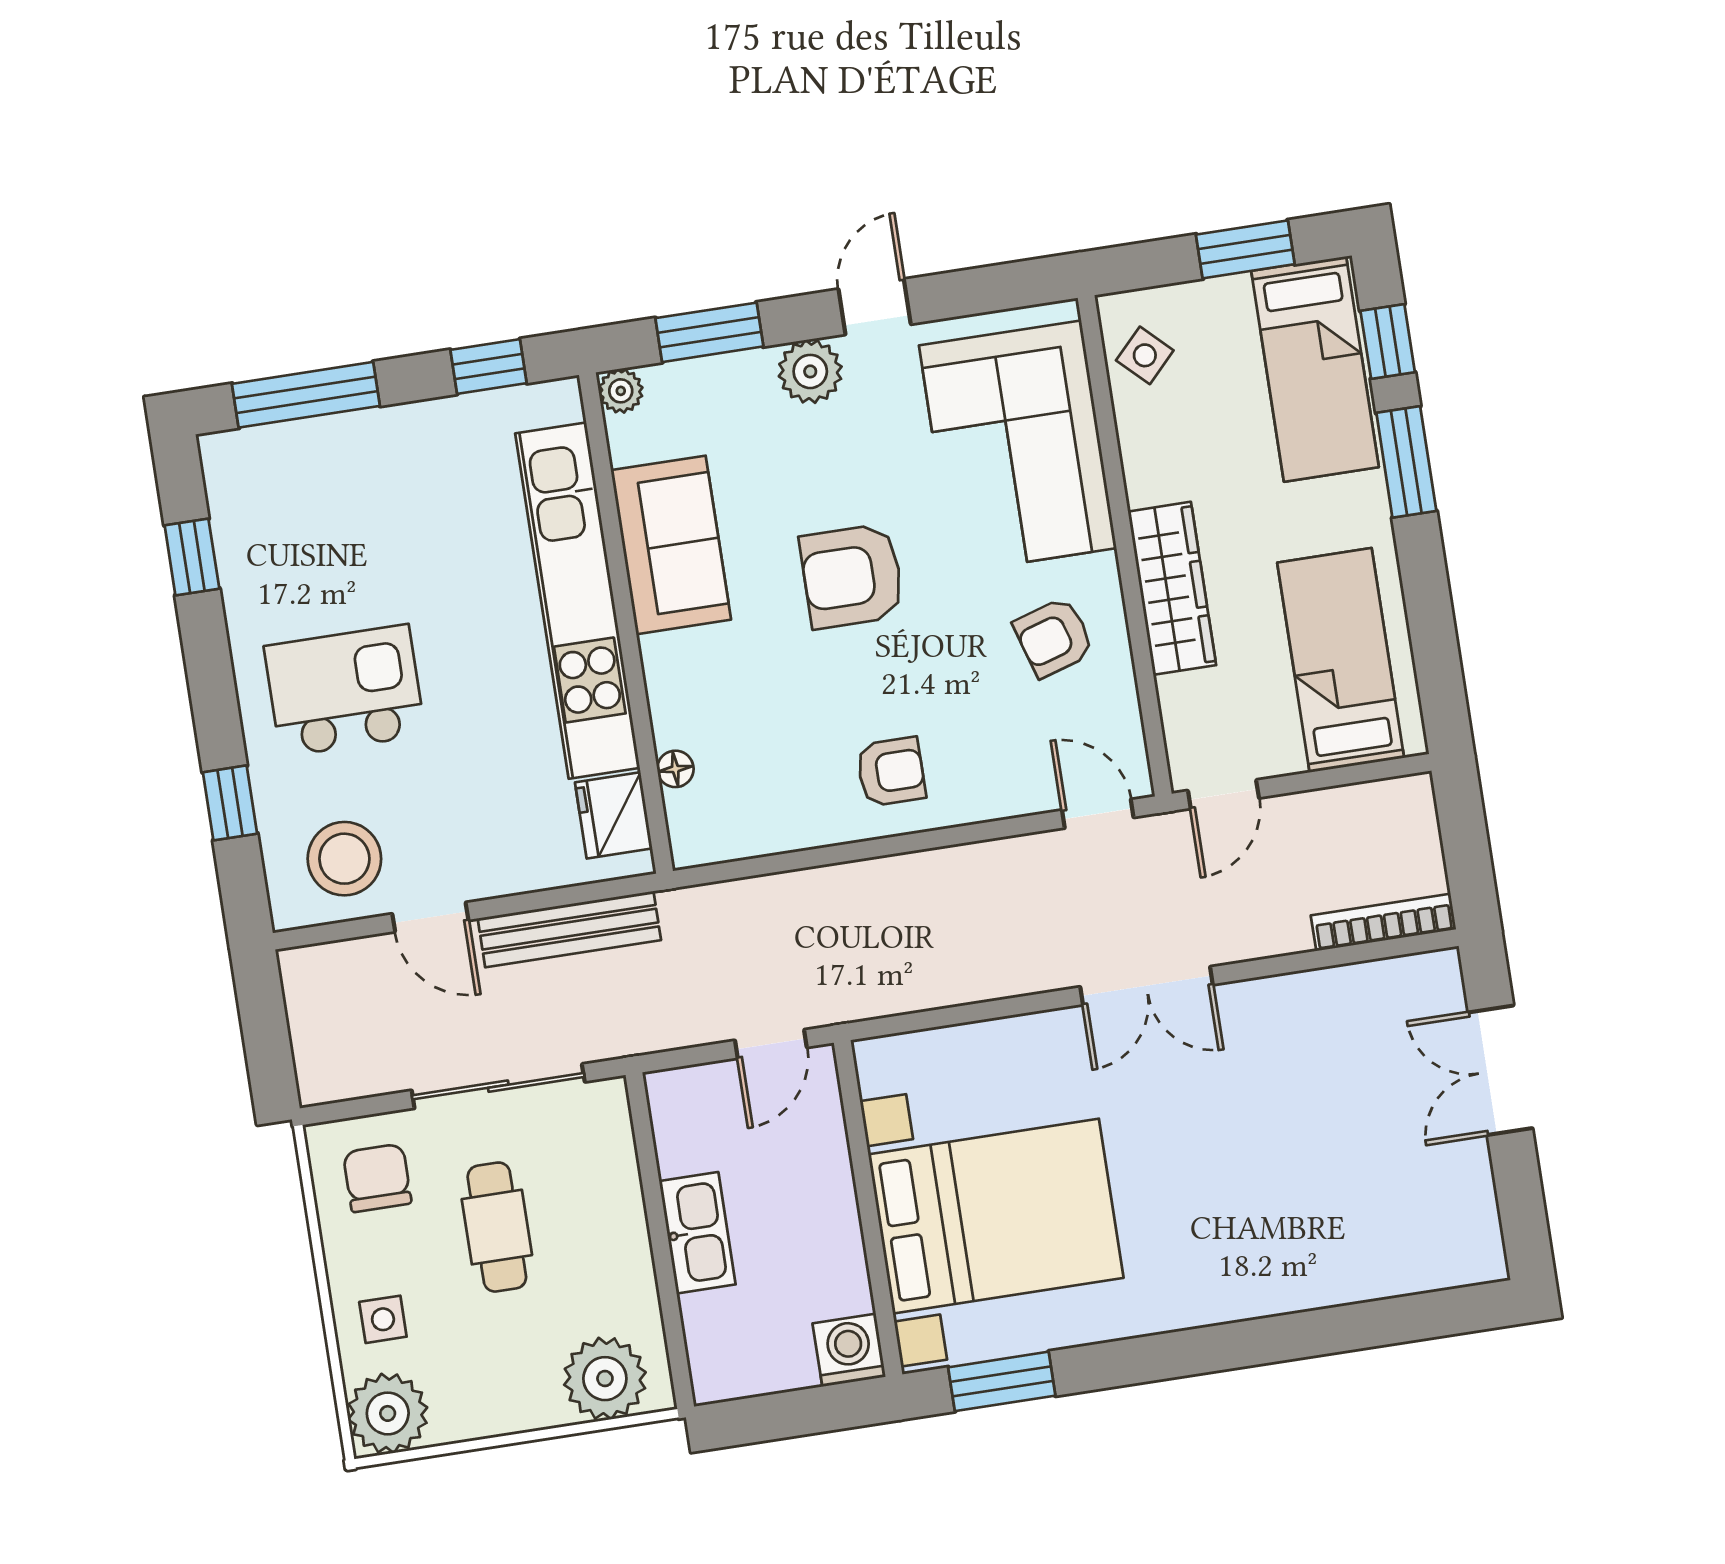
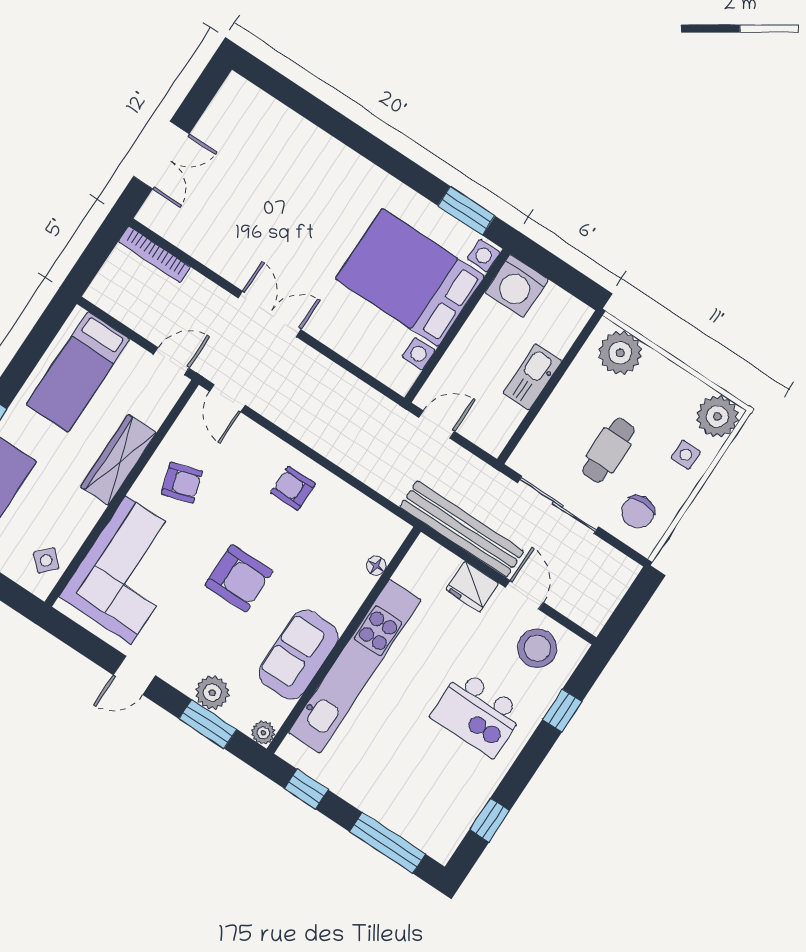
plant: (810, 371) -> (212, 693), moved
fridge: (614, 815) -> (472, 587), moved, turned 90
bench: (569, 929) -> (462, 529), width x1.37, depth x1.21
washing machine: (849, 1350) -> (517, 286), width x1.37, depth x1.37

